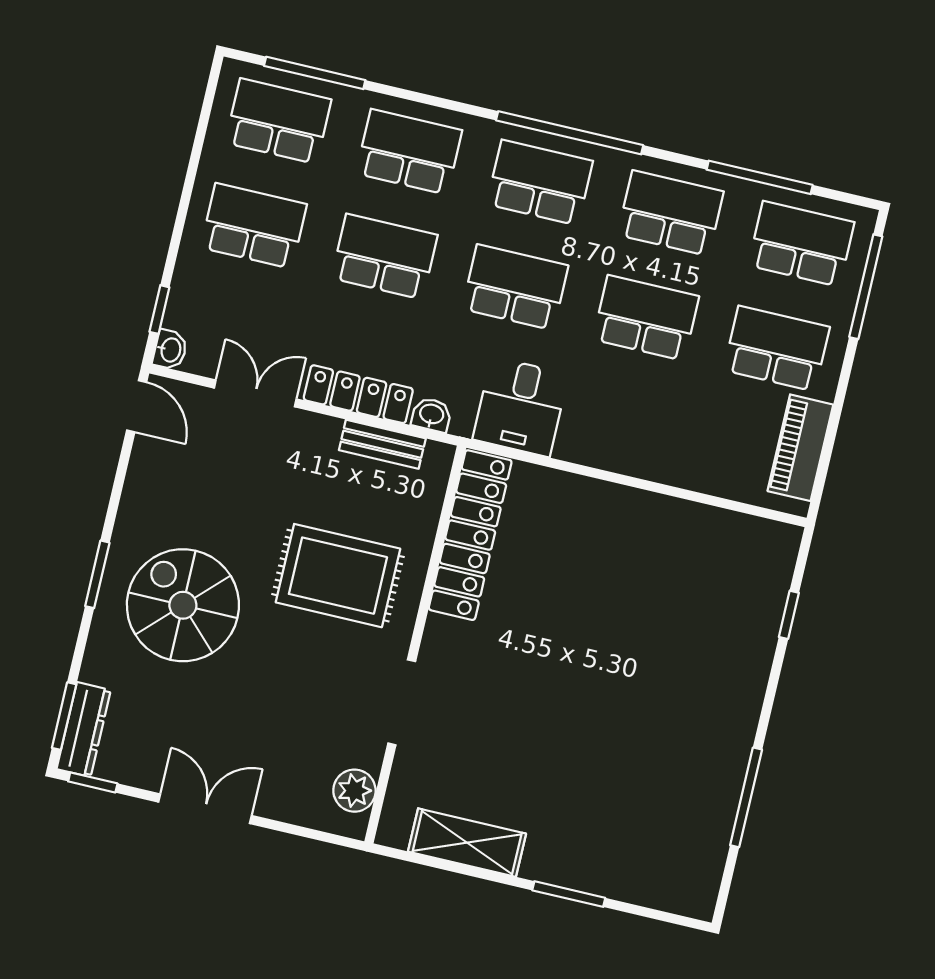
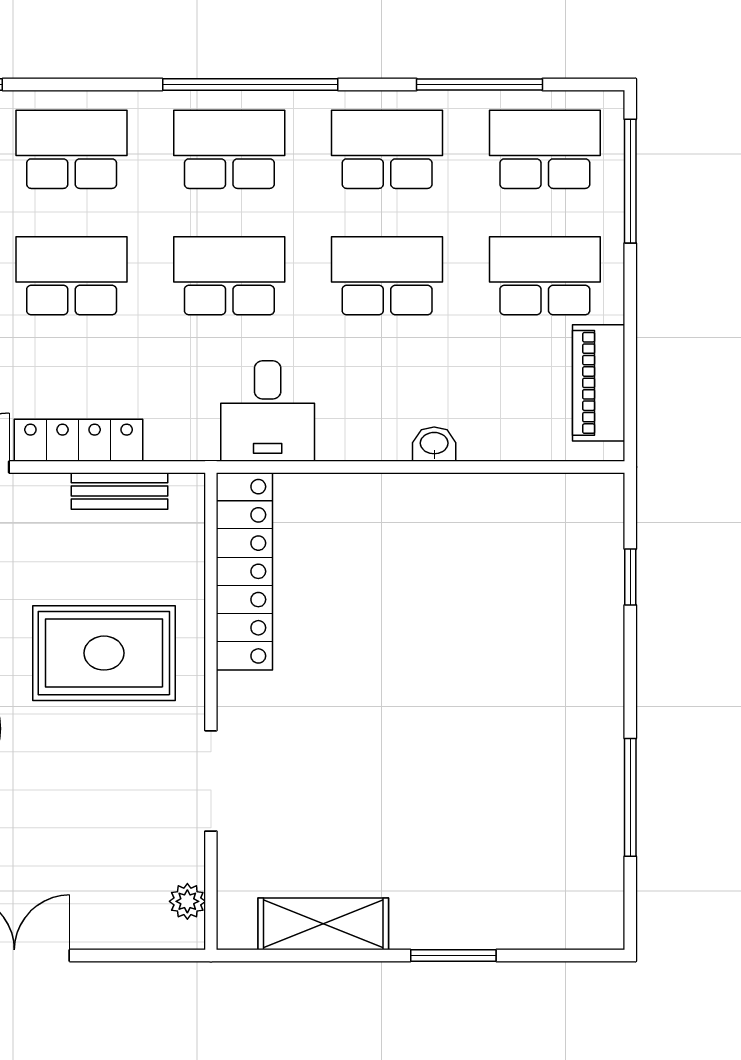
washbasin: (431, 415) -> (434, 444), moved
plant: (354, 791) -> (187, 901), width x0.73, depth x0.73

